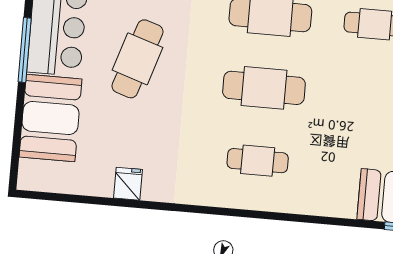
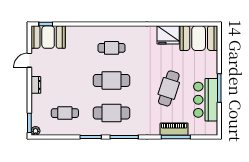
booth: (51, 118) -> (199, 38), moved, turned 90
fridge: (128, 184) -> (168, 35), width x1.88, depth x1.34

